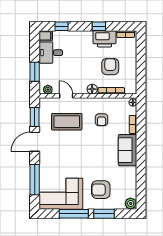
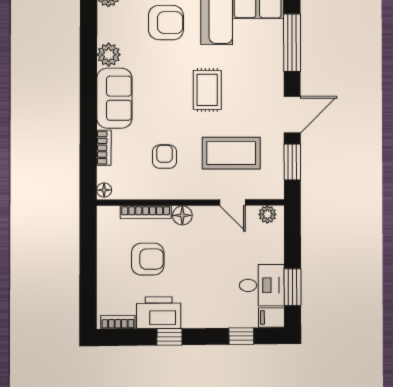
armchair: (110, 67) -> (148, 259), turned -90
window: (35, 72) -> (293, 287), moved
rug: (79, 155) -> (207, 90), added
plant: (131, 173) -> (109, 55), added

